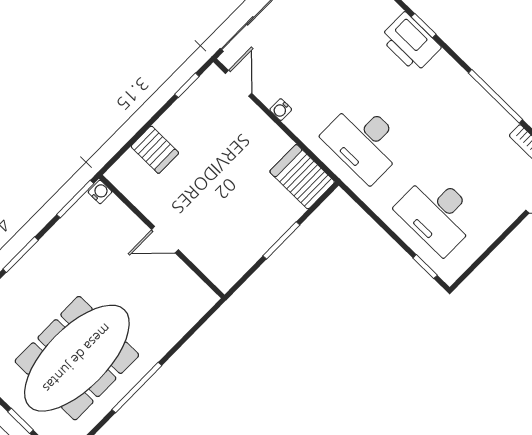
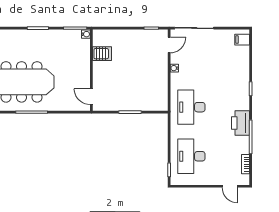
printer: (410, 42) -> (241, 123), moved
server rack: (155, 150) -> (102, 54), moved, turned -90
server rack: (302, 177) -> (159, 98), removed
door: (165, 240) -> (91, 97), moved

